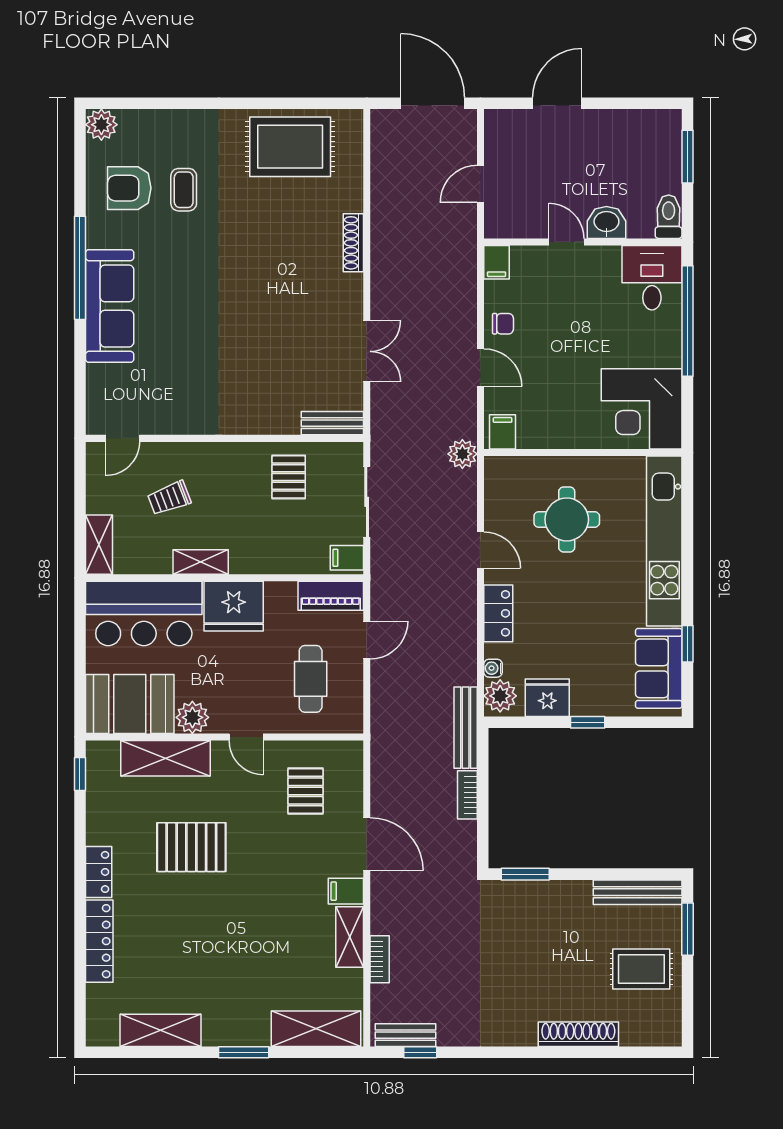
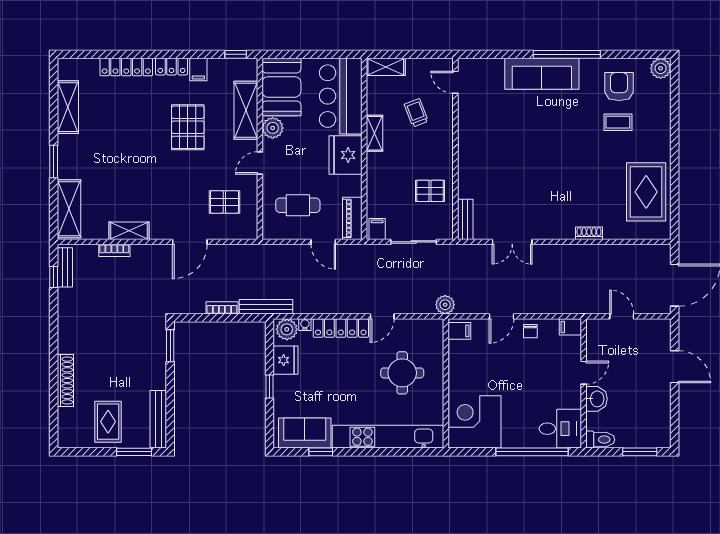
shoe rack: (353, 243) -> (589, 233), width x0.70
locker: (498, 613) -> (341, 328), width x1.53
filing cabinet: (346, 891) -> (198, 69), moved, turned 180

